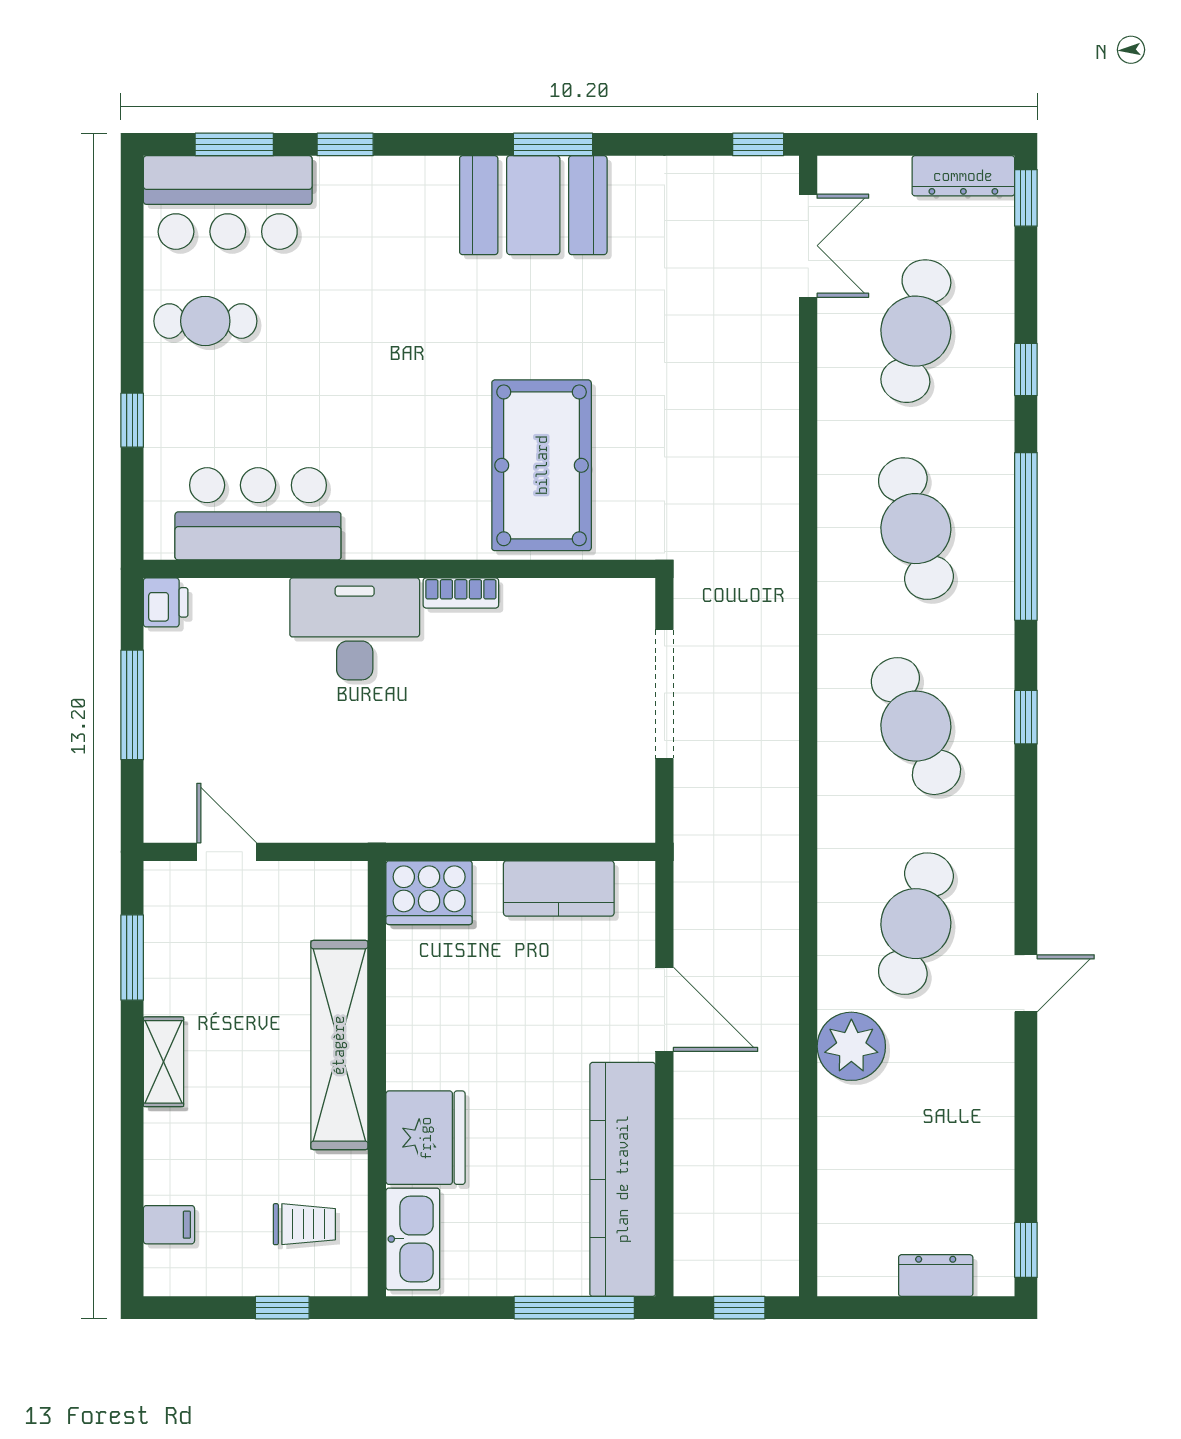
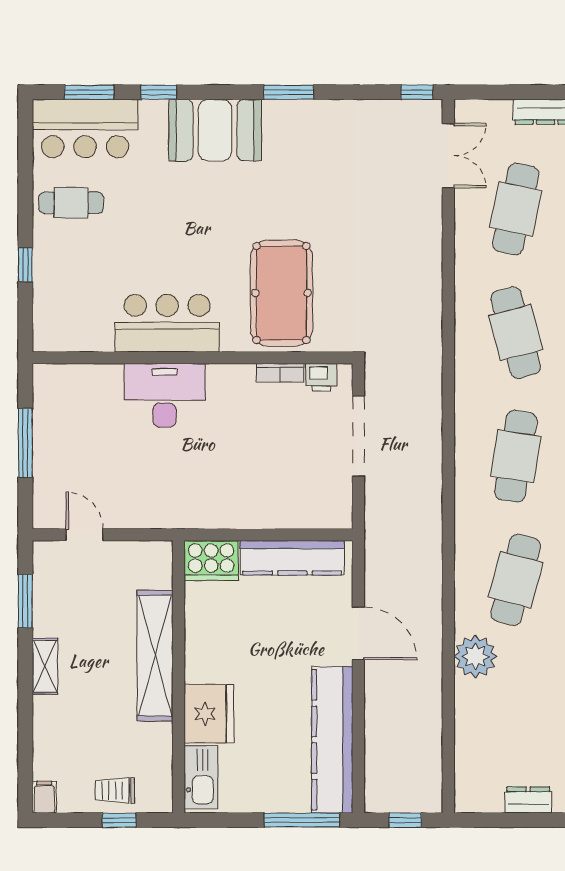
booth: (533, 205) -> (215, 130), moved
bar counter: (258, 514) -> (167, 323), moved
bookcase: (461, 593) -> (280, 373), moved
printer: (166, 602) -> (321, 377), moved, turned 90
cafe table: (916, 726) -> (516, 456), turned 33
kitchen counter: (559, 888) -> (292, 558), width x1.50
trolley: (304, 1224) -> (115, 791), moved, turned 180
filing cabinet: (169, 1225) -> (44, 797), moved, turned -90

